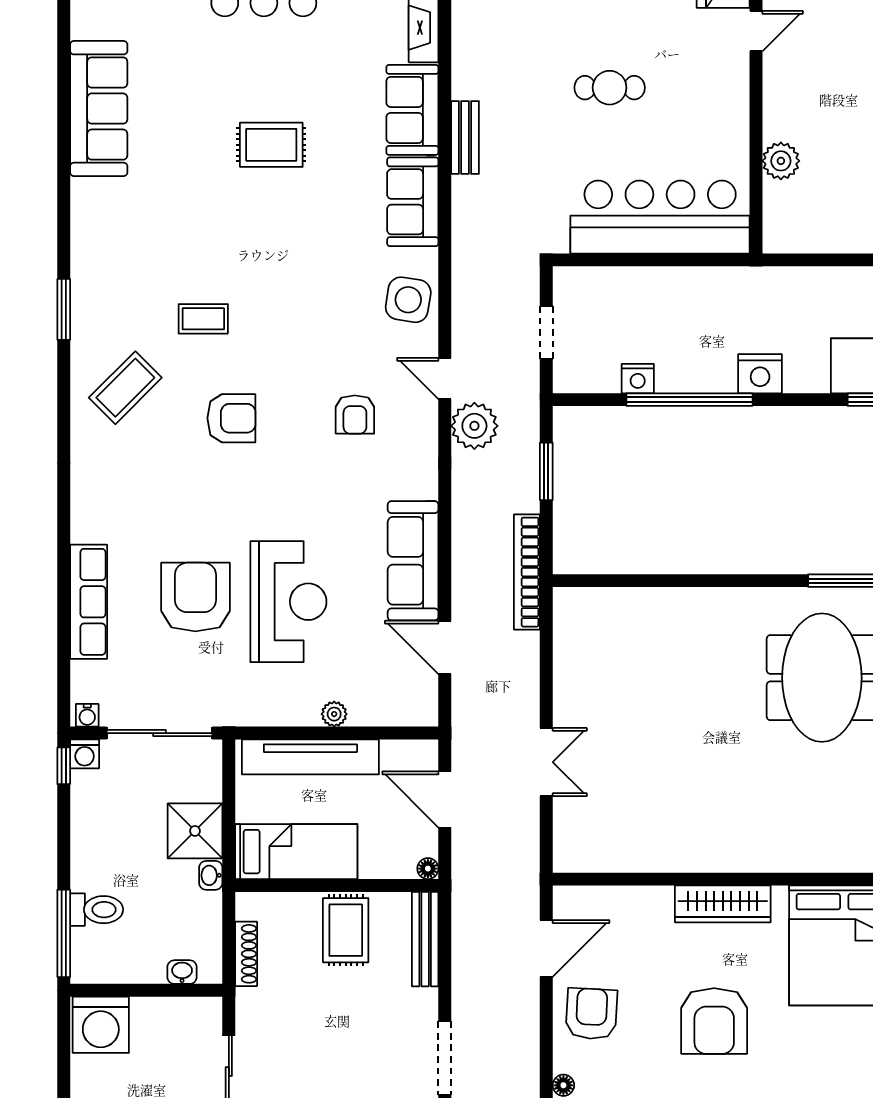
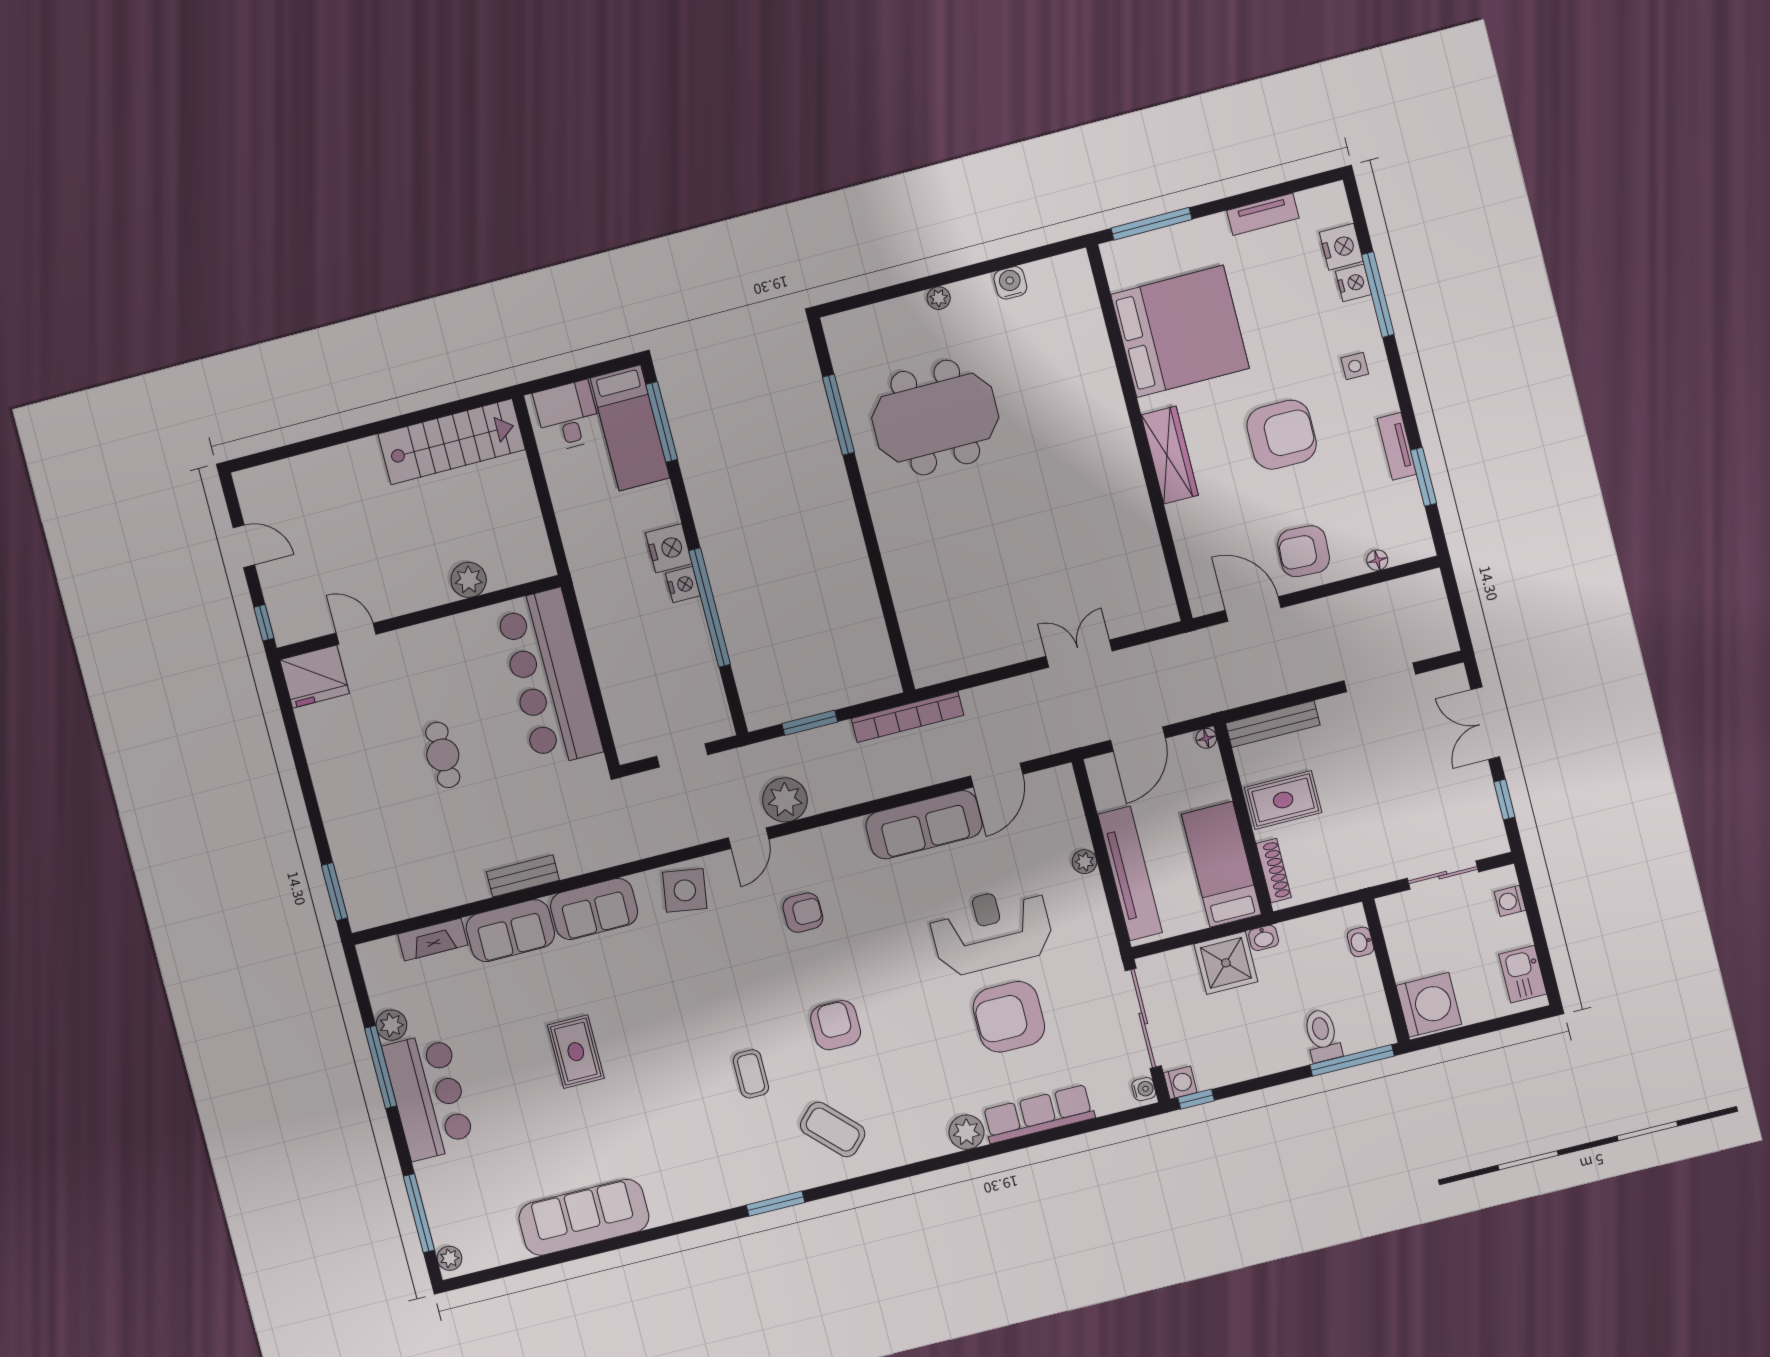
nightstand: (638, 379) -> (683, 585), moved
plant: (88, 524) -> (967, 1132), added
shoe rack: (246, 954) -> (1274, 871), moved, turned 90

